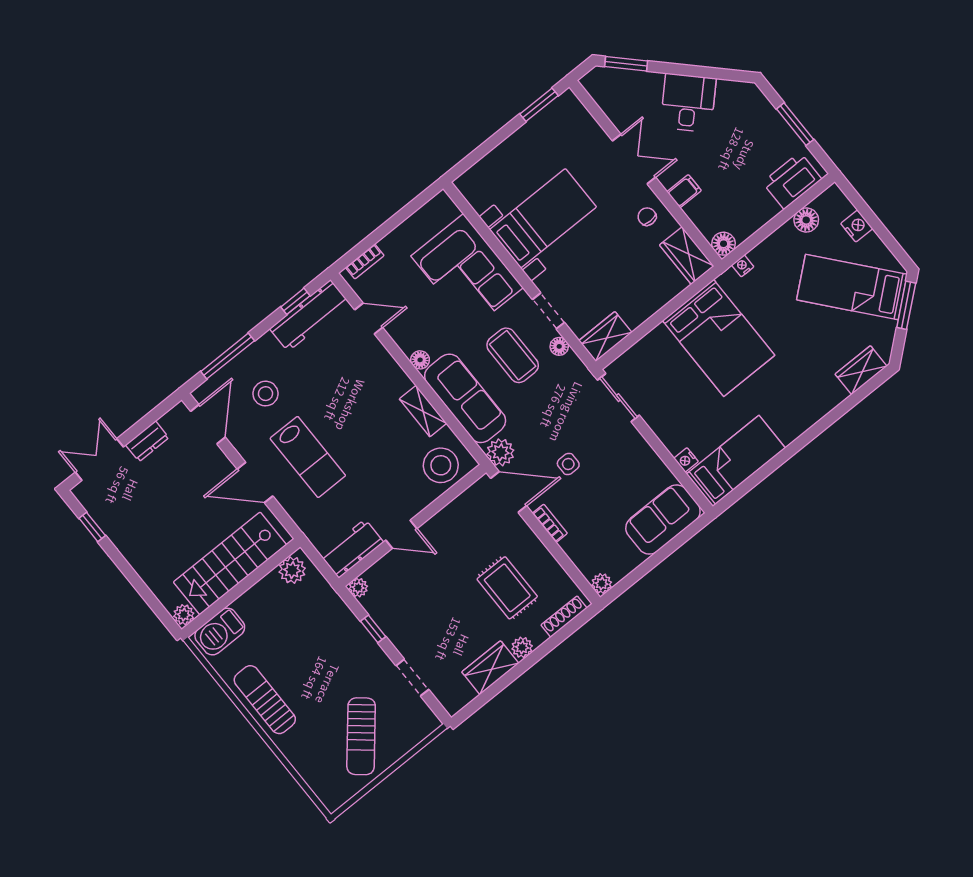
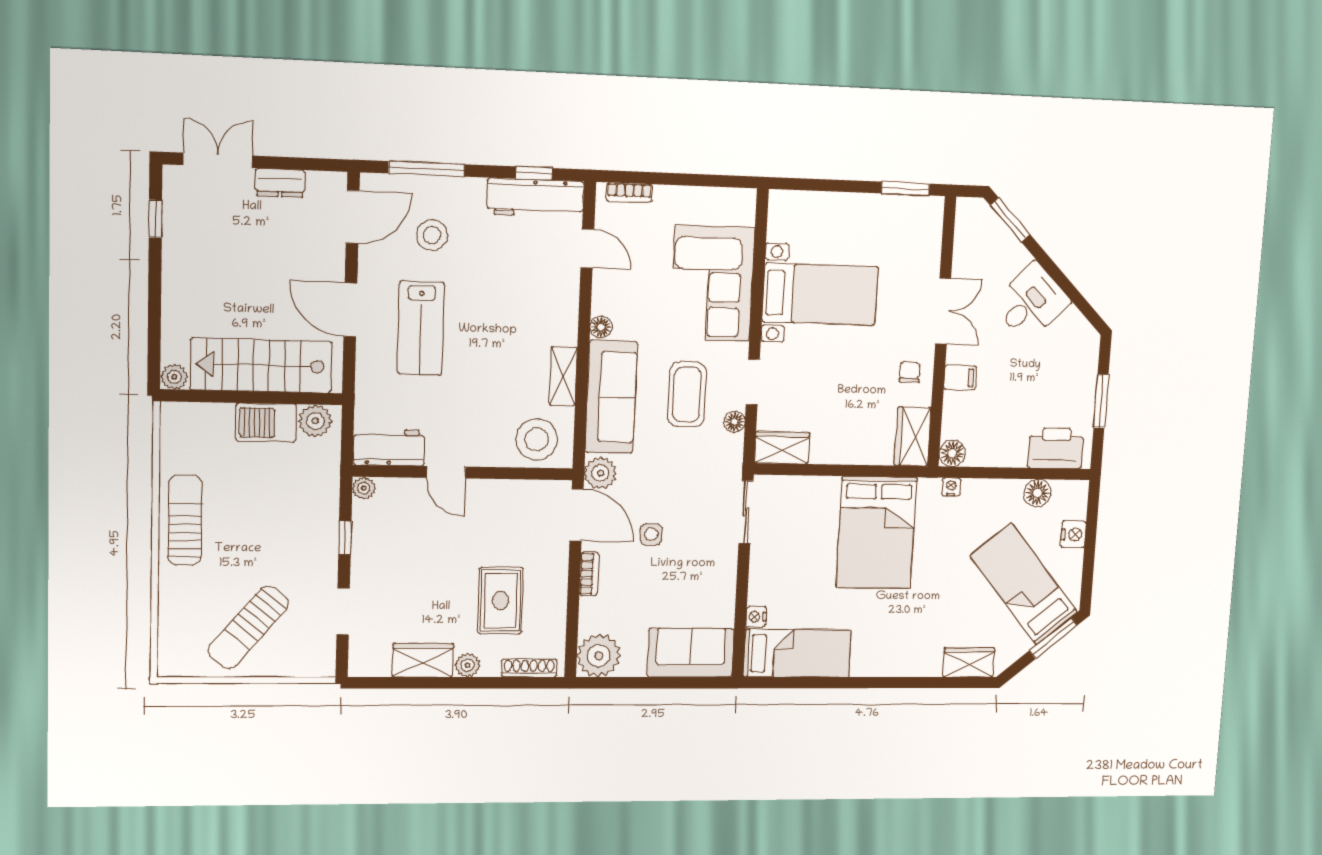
plant: (602, 584) -> (599, 656), width x1.88, depth x1.88
barbecue: (220, 632) -> (266, 423), moved

